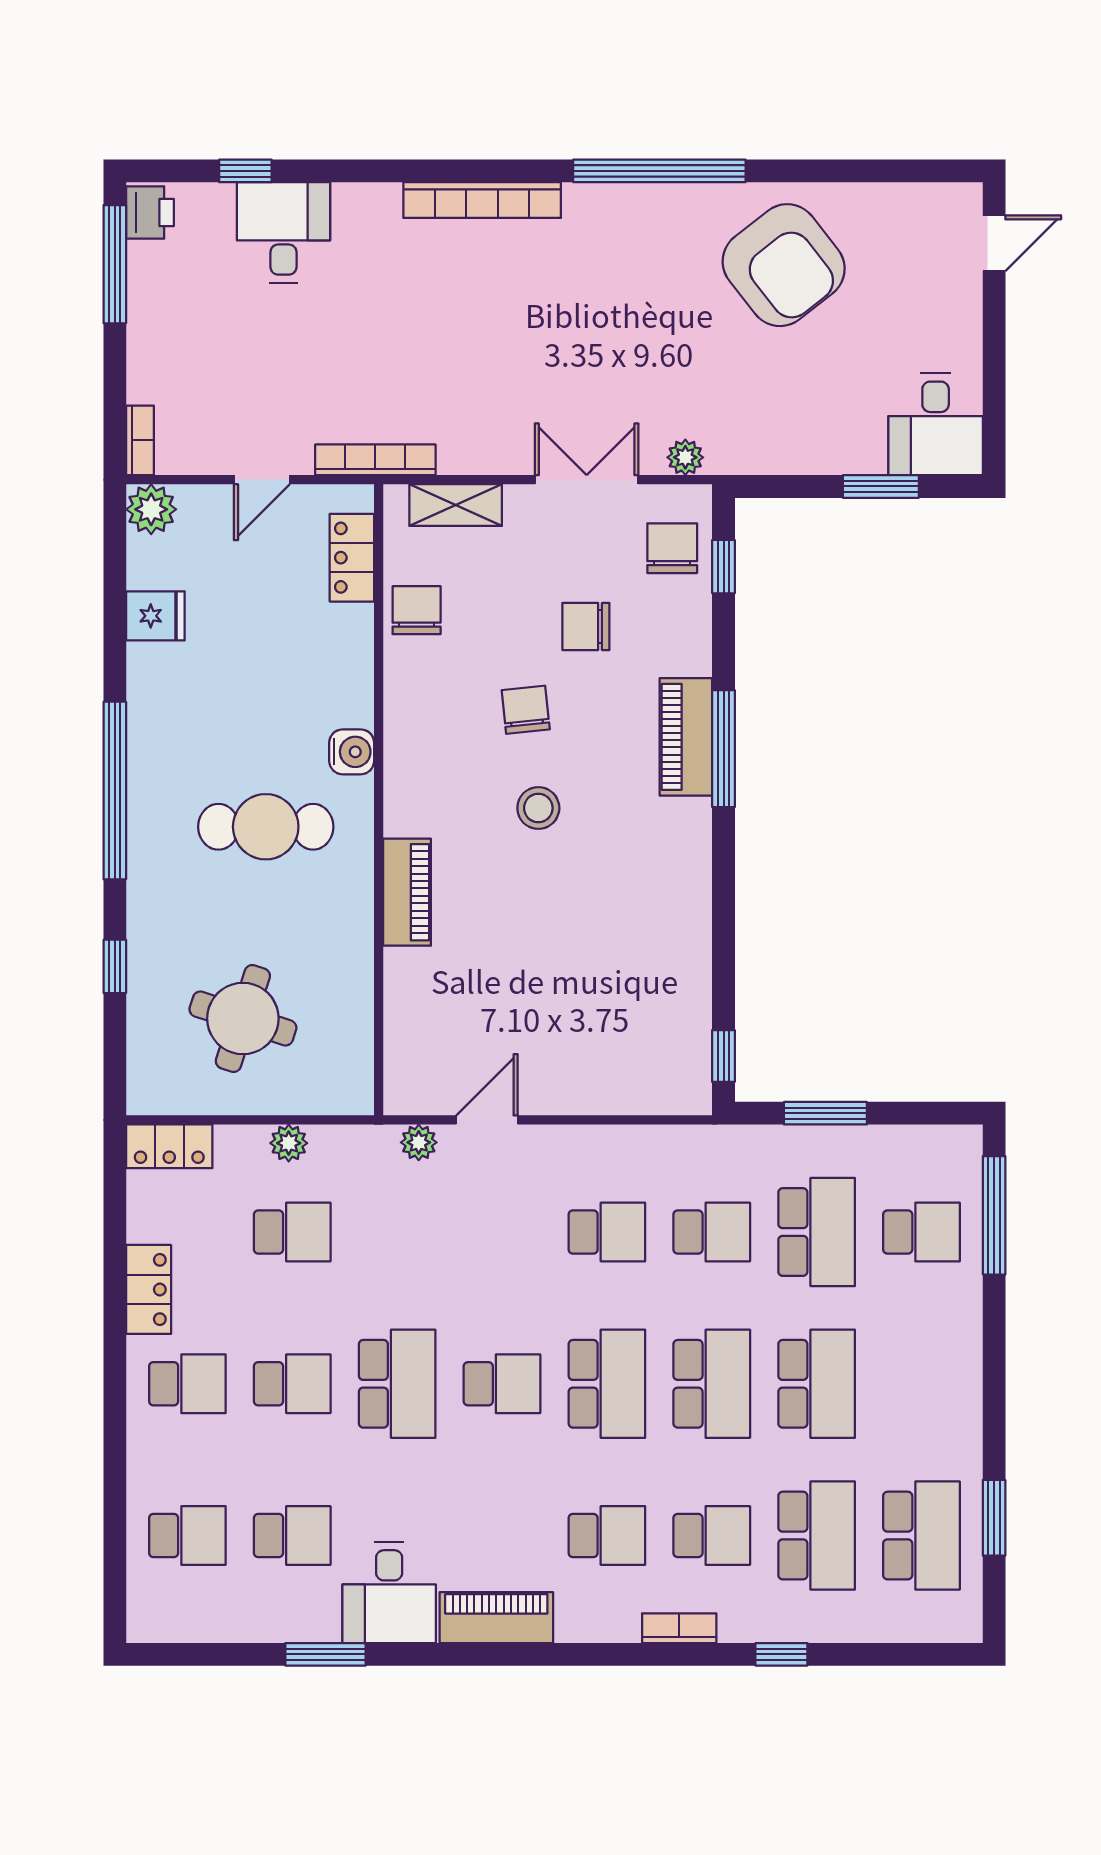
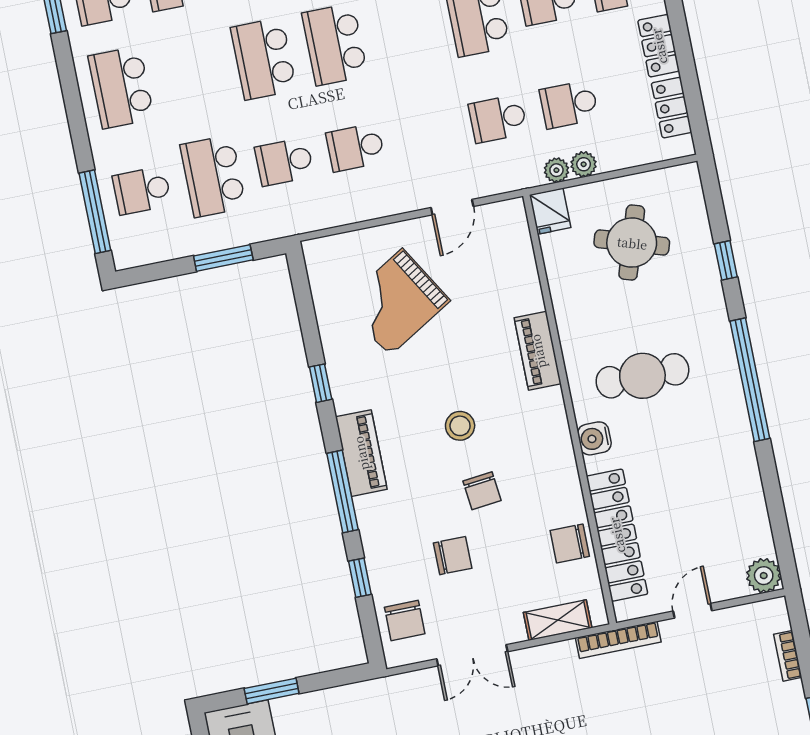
bookcase: (140, 440) -> (788, 656), moved
plant: (685, 457) -> (408, 684), removed
locker: (352, 558) -> (617, 535), width x2.16, depth x1.21
window: (724, 567) -> (360, 578), moved
chair: (417, 610) -> (570, 543), turned 90
fridge: (155, 616) -> (550, 211), moved, turned -90
piano: (686, 737) -> (361, 453), moved
grand piano: (594, 1002) -> (396, 302), added
window: (724, 1056) -> (321, 383), moved
plant: (419, 1142) -> (556, 170), moved
locker: (169, 1146) -> (672, 108), moved, turned -90
school desk: (502, 1384) -> (498, 119), moved
school desk: (817, 1384) -> (121, 87), moved

